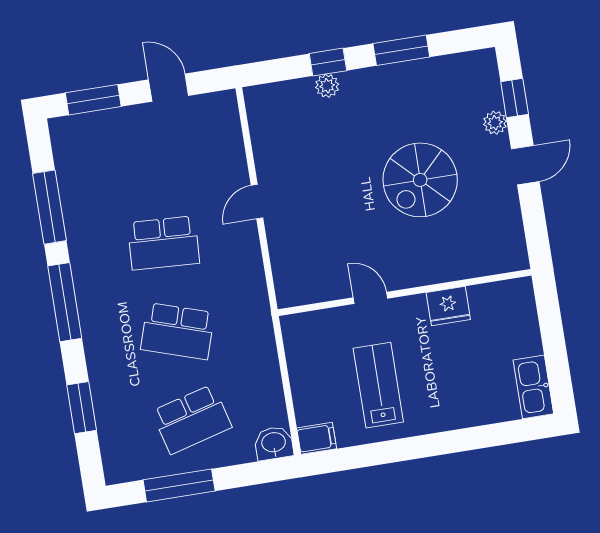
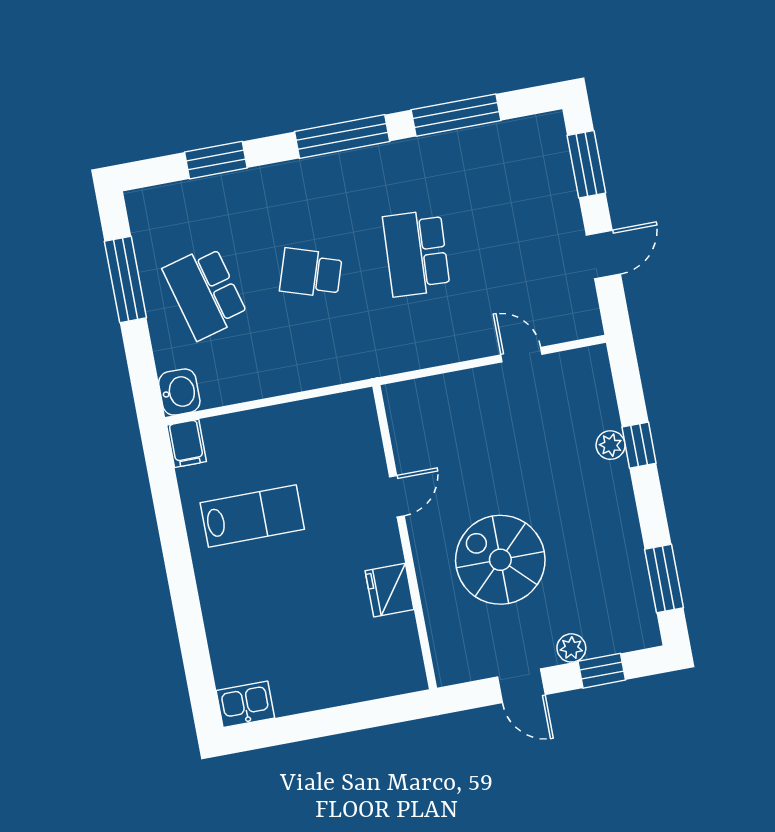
window: (401, 50) -> (664, 579), moved
door: (257, 202) -> (521, 355), moved
wall: (405, 292) -> (405, 537), moved
door: (370, 298) -> (397, 496), moved
fridge: (448, 306) -> (390, 590), moved
school desk: (178, 331) -> (311, 273), width x0.54
kitchen sink: (533, 387) -> (245, 704), width x0.73

